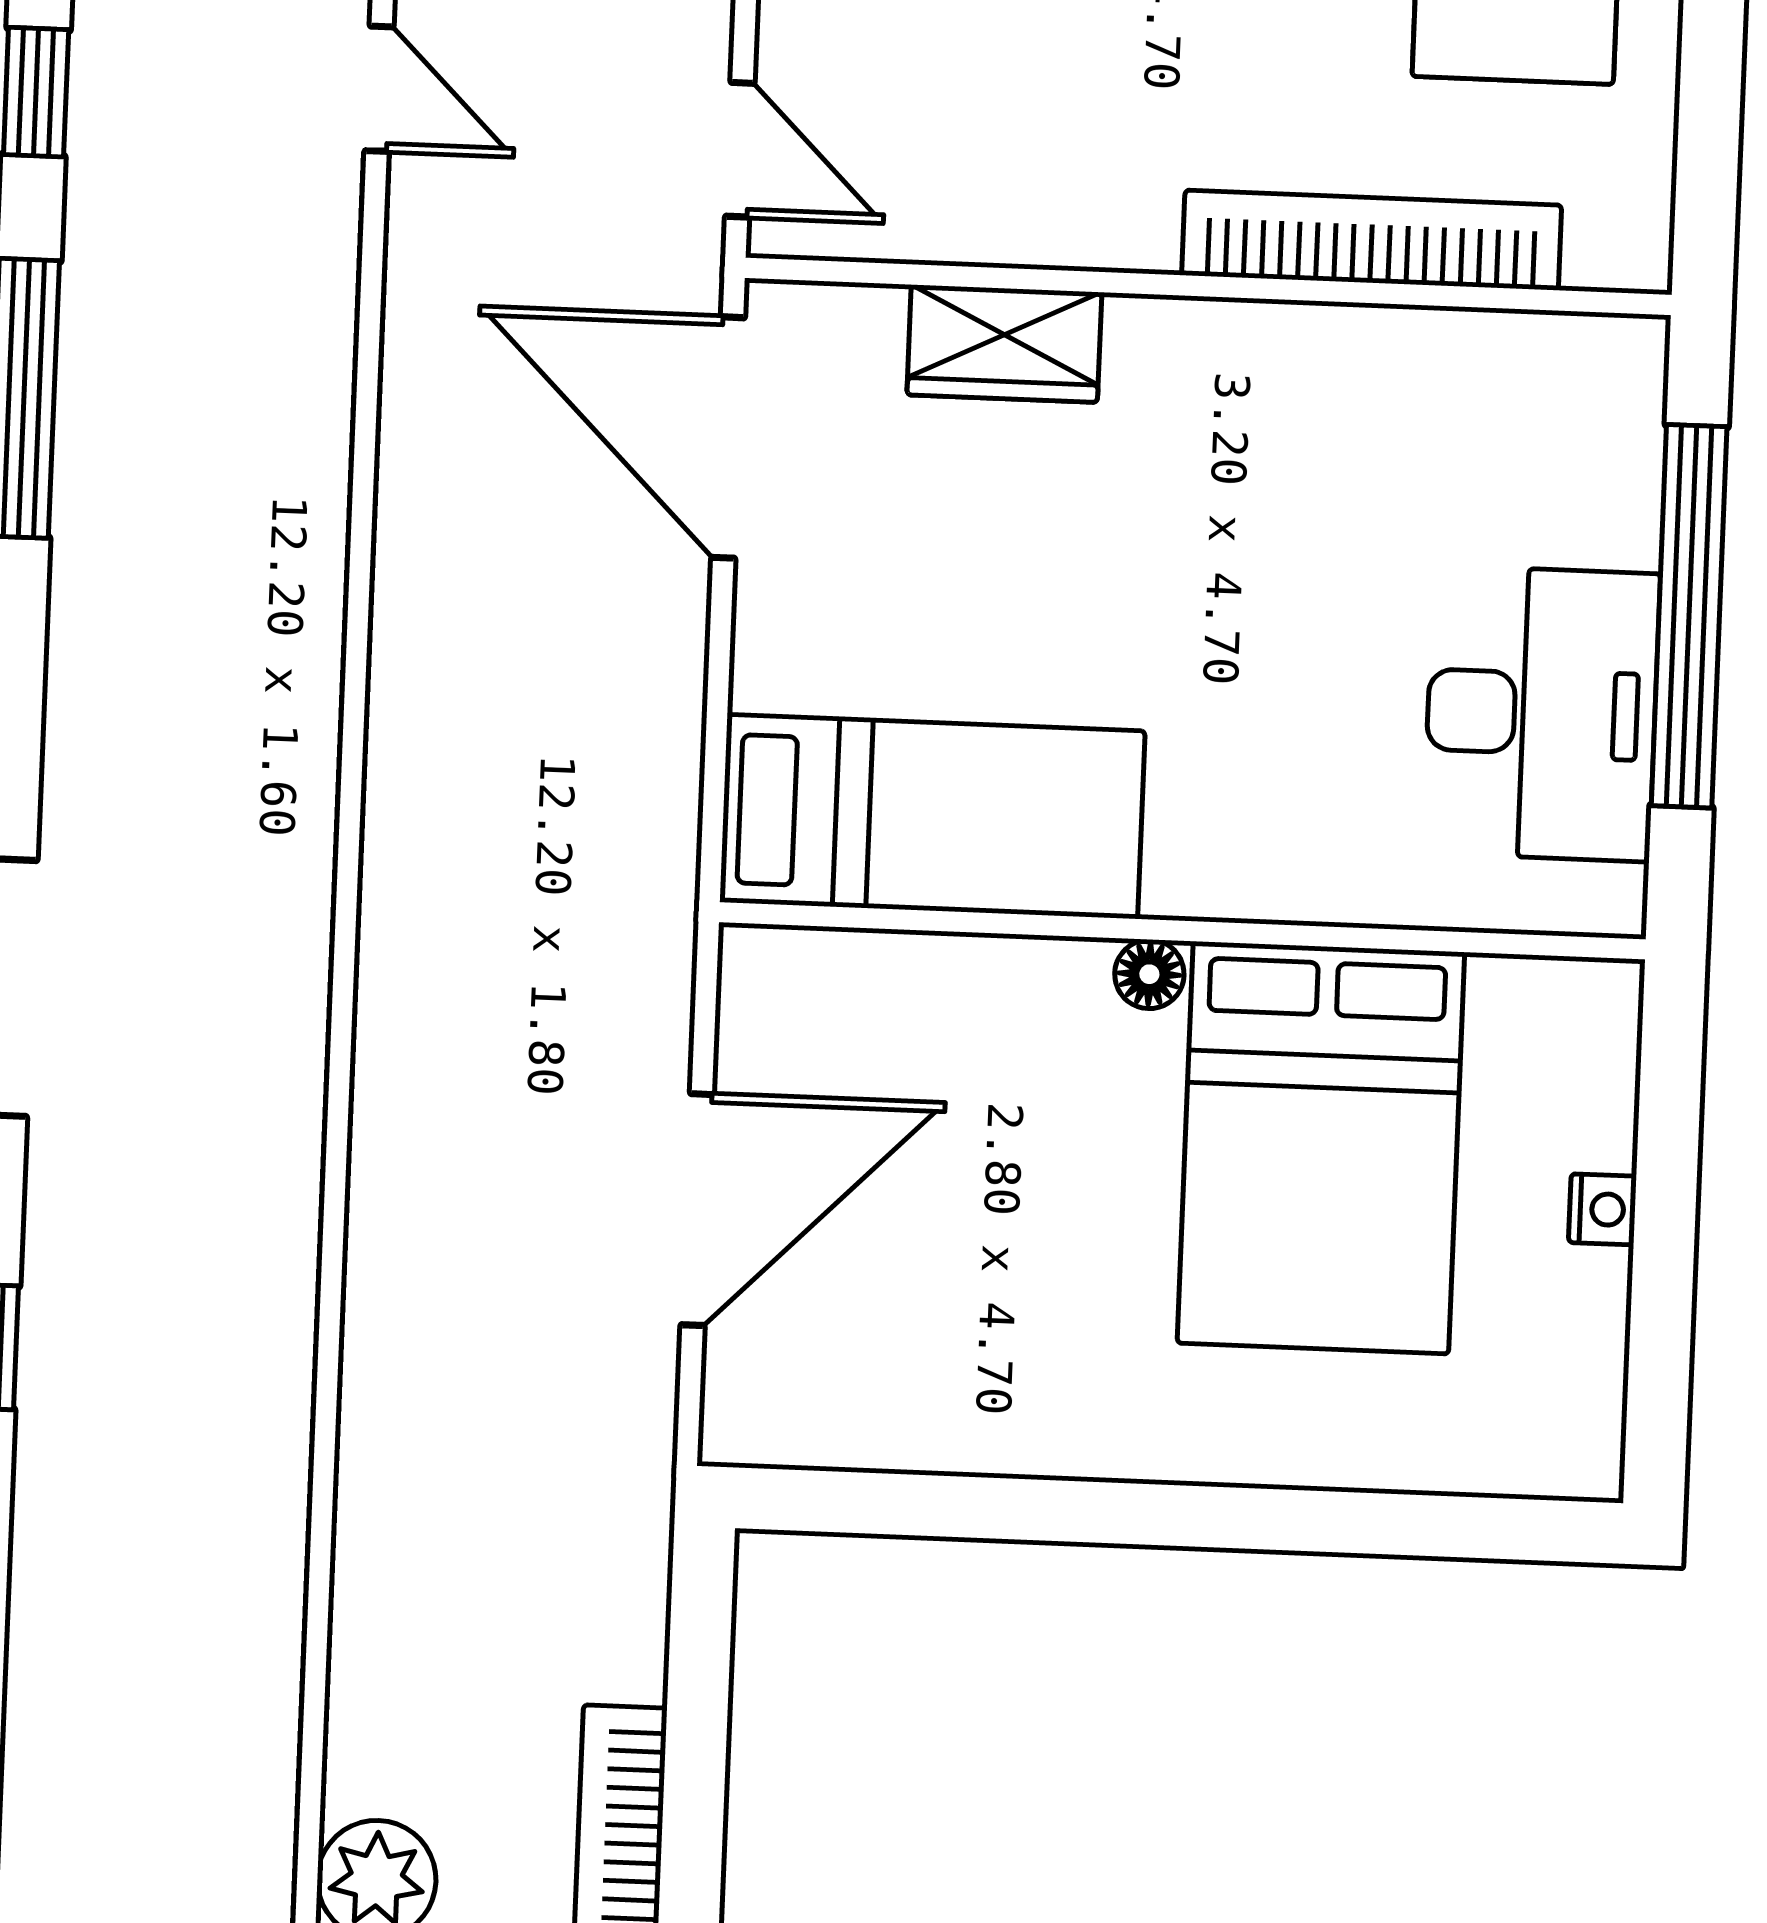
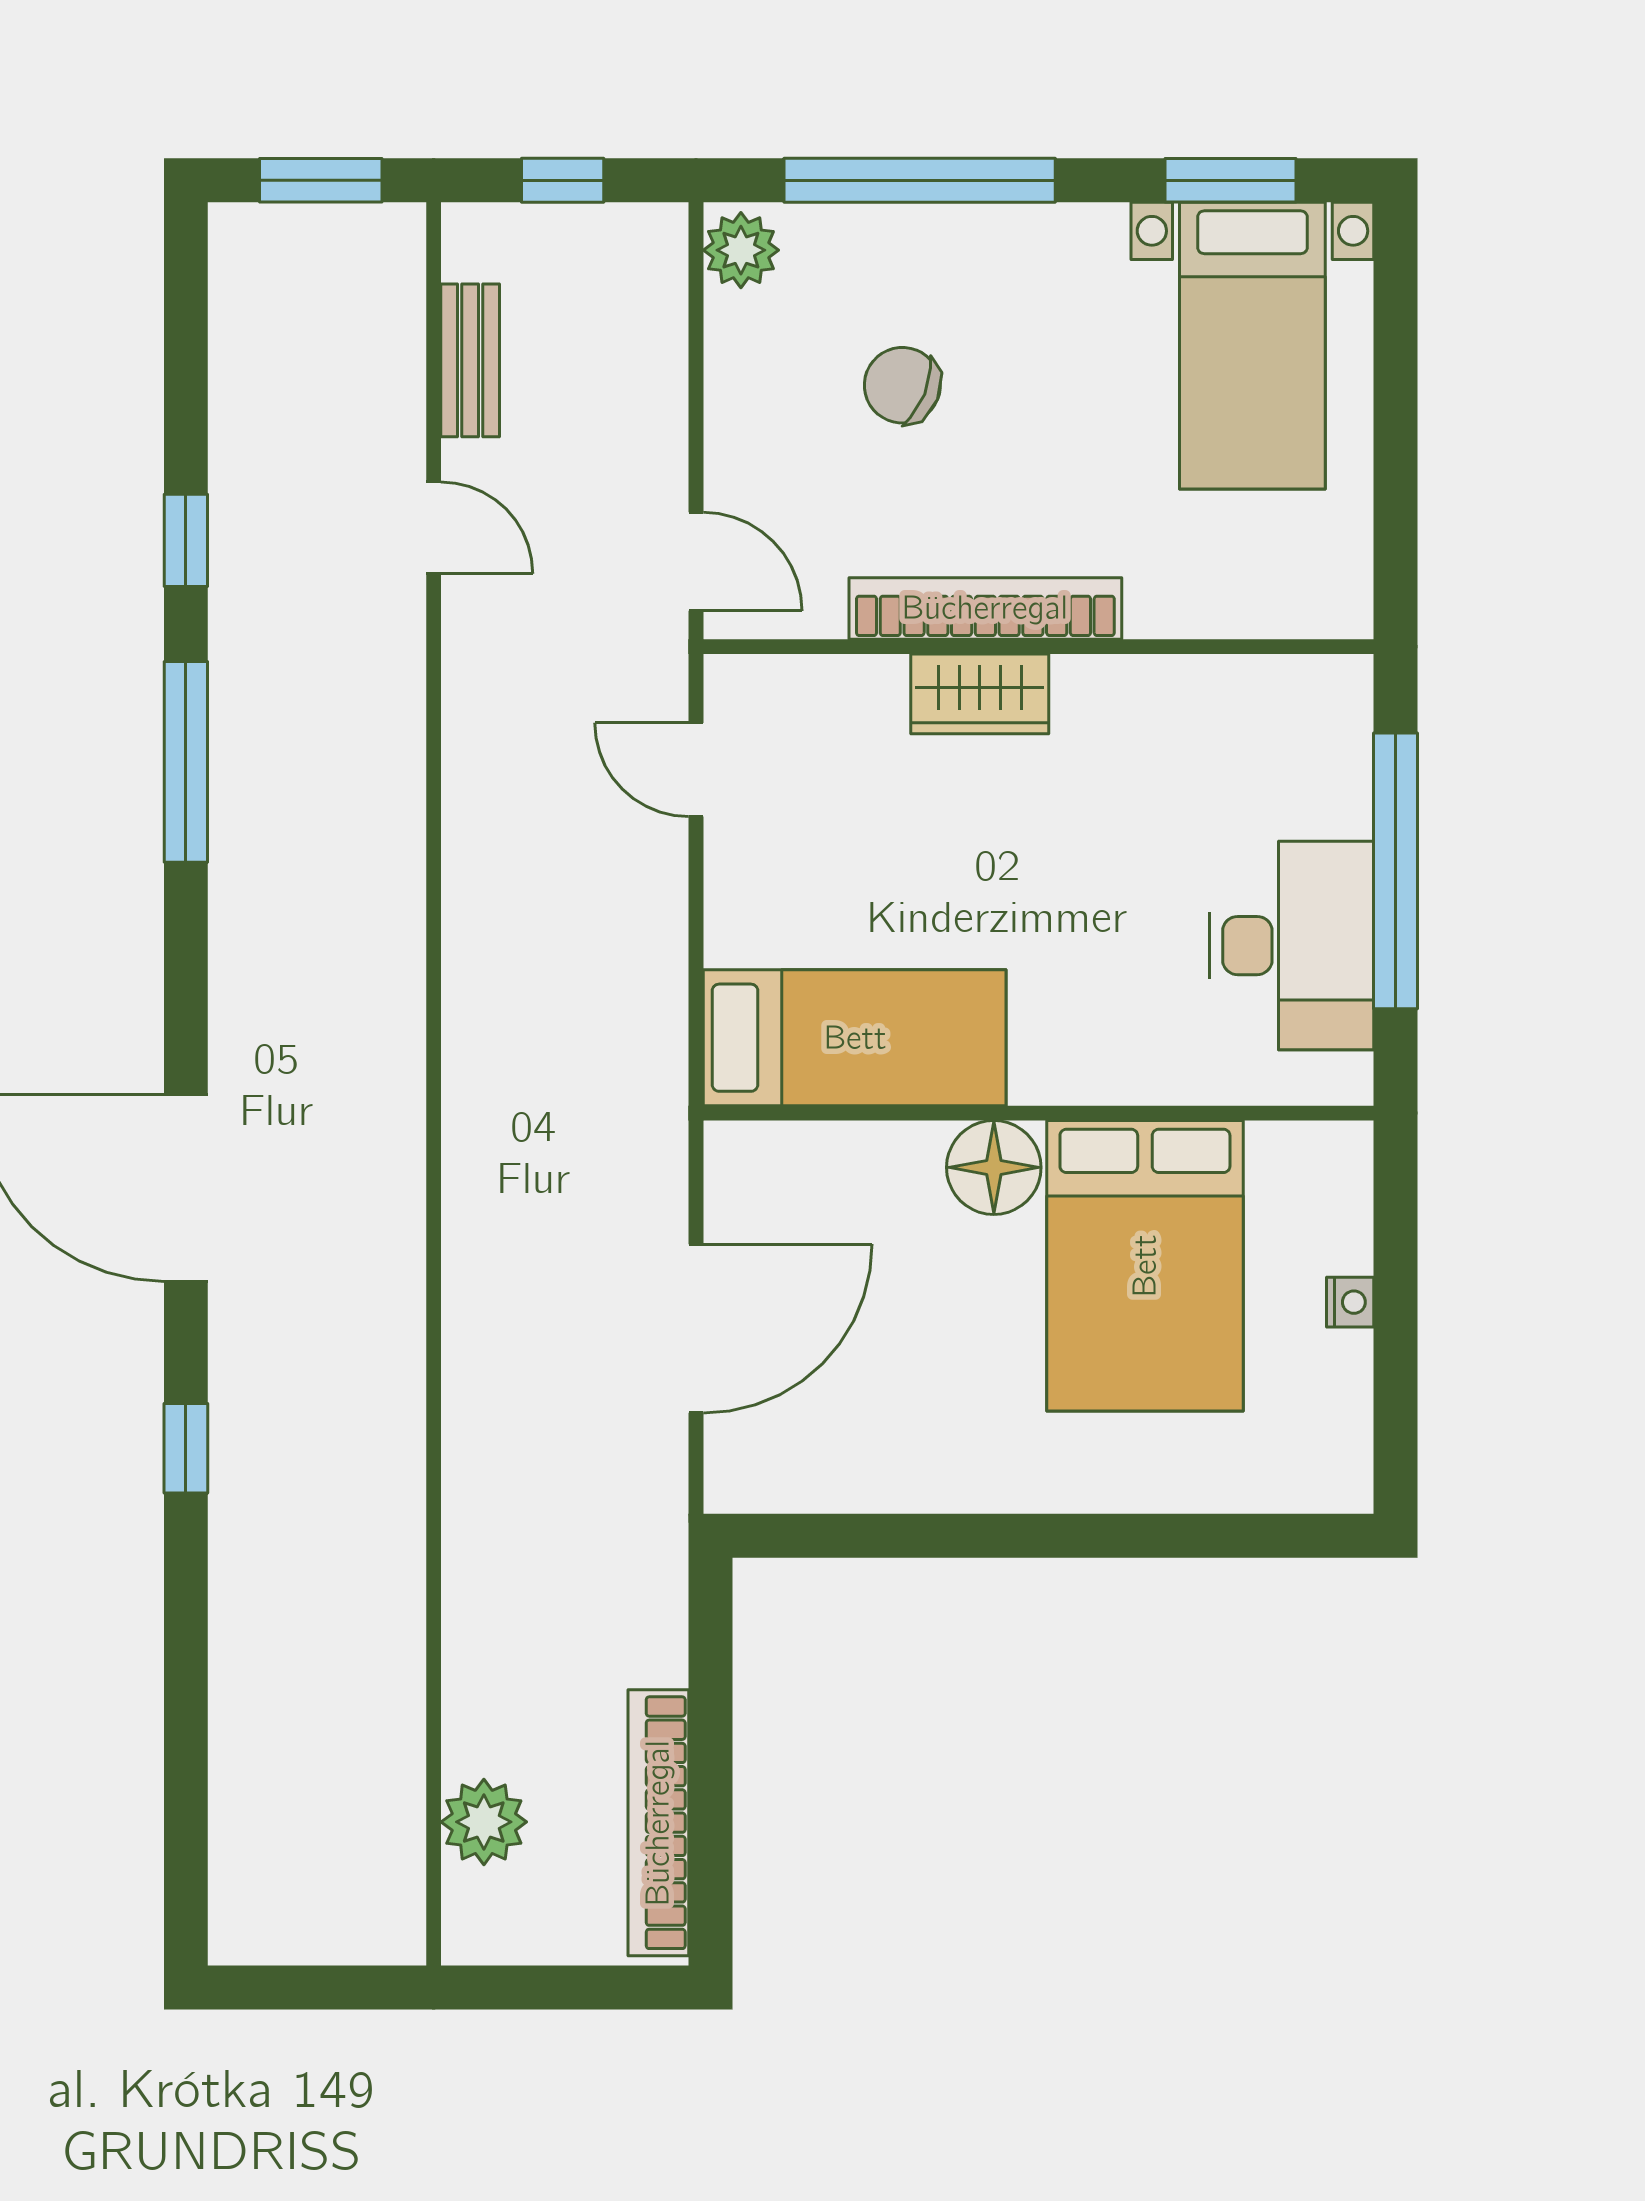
bookcase: (1372, 240) -> (985, 608), moved
wardrobe: (1004, 344) -> (980, 694), moved
door: (728, 438) -> (696, 770), width x0.53
floor lamp: (1149, 974) -> (994, 1167), width x1.89, depth x1.89

